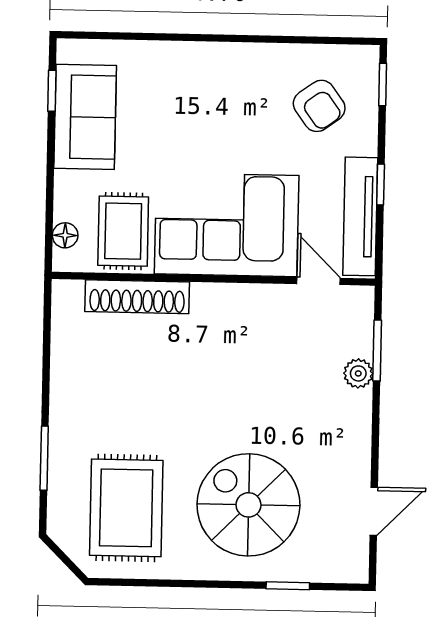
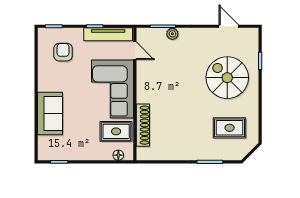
armchair: (319, 106) -> (63, 52), turned -54
sofa: (85, 117) -> (50, 114), moved, turned 90
door: (318, 281) -> (135, 51), swing flipped
spiral stairs: (248, 505) -> (227, 78), turned 90
rug: (126, 508) -> (230, 128), width x0.73, depth x0.70

